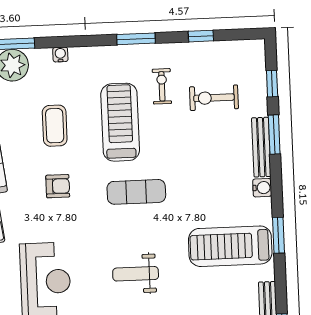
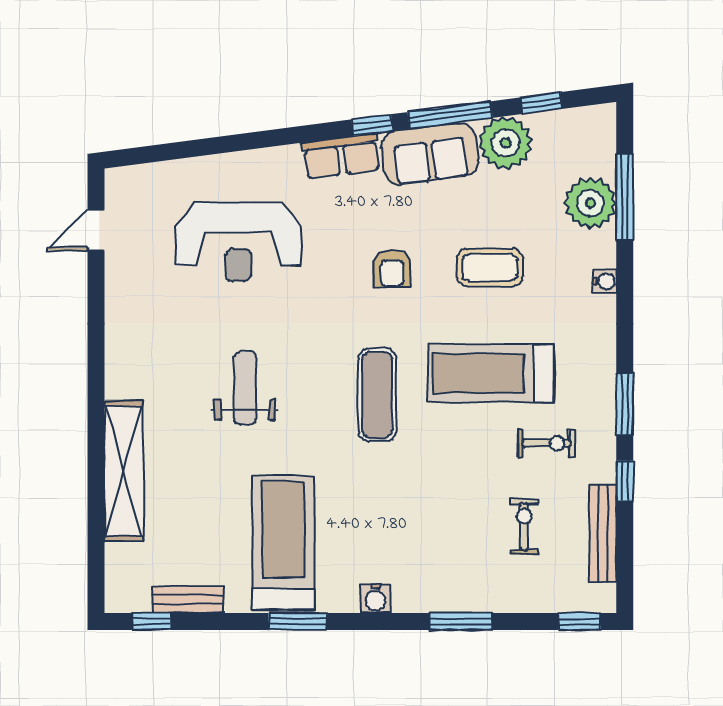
window: (201, 36) -> (625, 481), moved
window: (272, 84) -> (580, 621), moved
exercise bike: (214, 98) -> (524, 527), width x0.73, depth x0.72
treadmill: (120, 122) -> (491, 373), turned 180
bench: (261, 147) -> (603, 534), moved, turned 90

